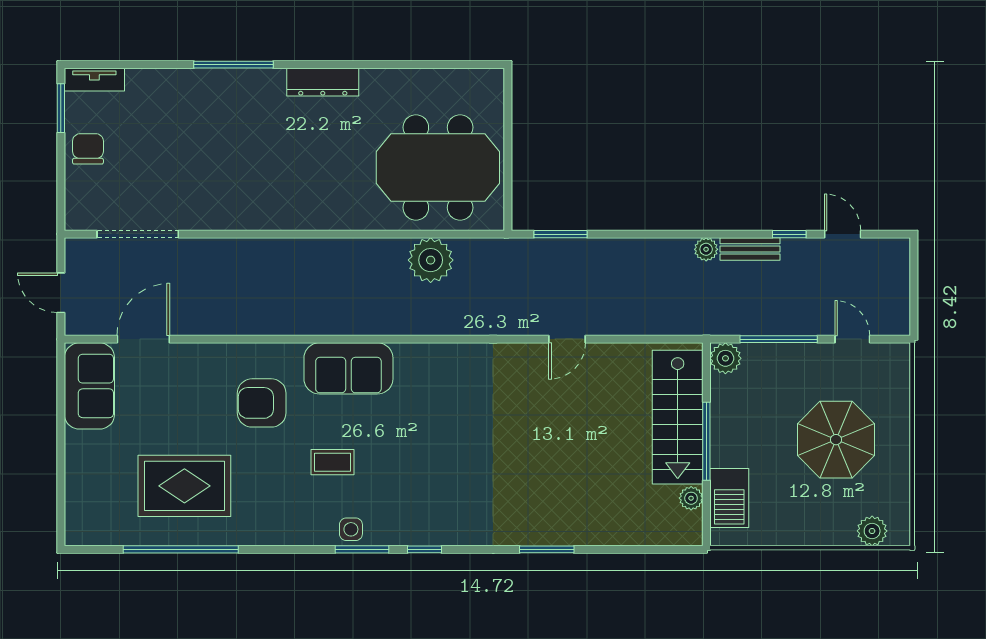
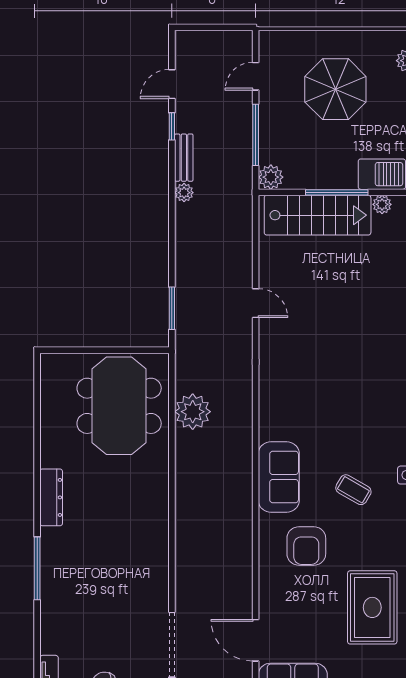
coffee table: (332, 462) -> (353, 490), turned -60

